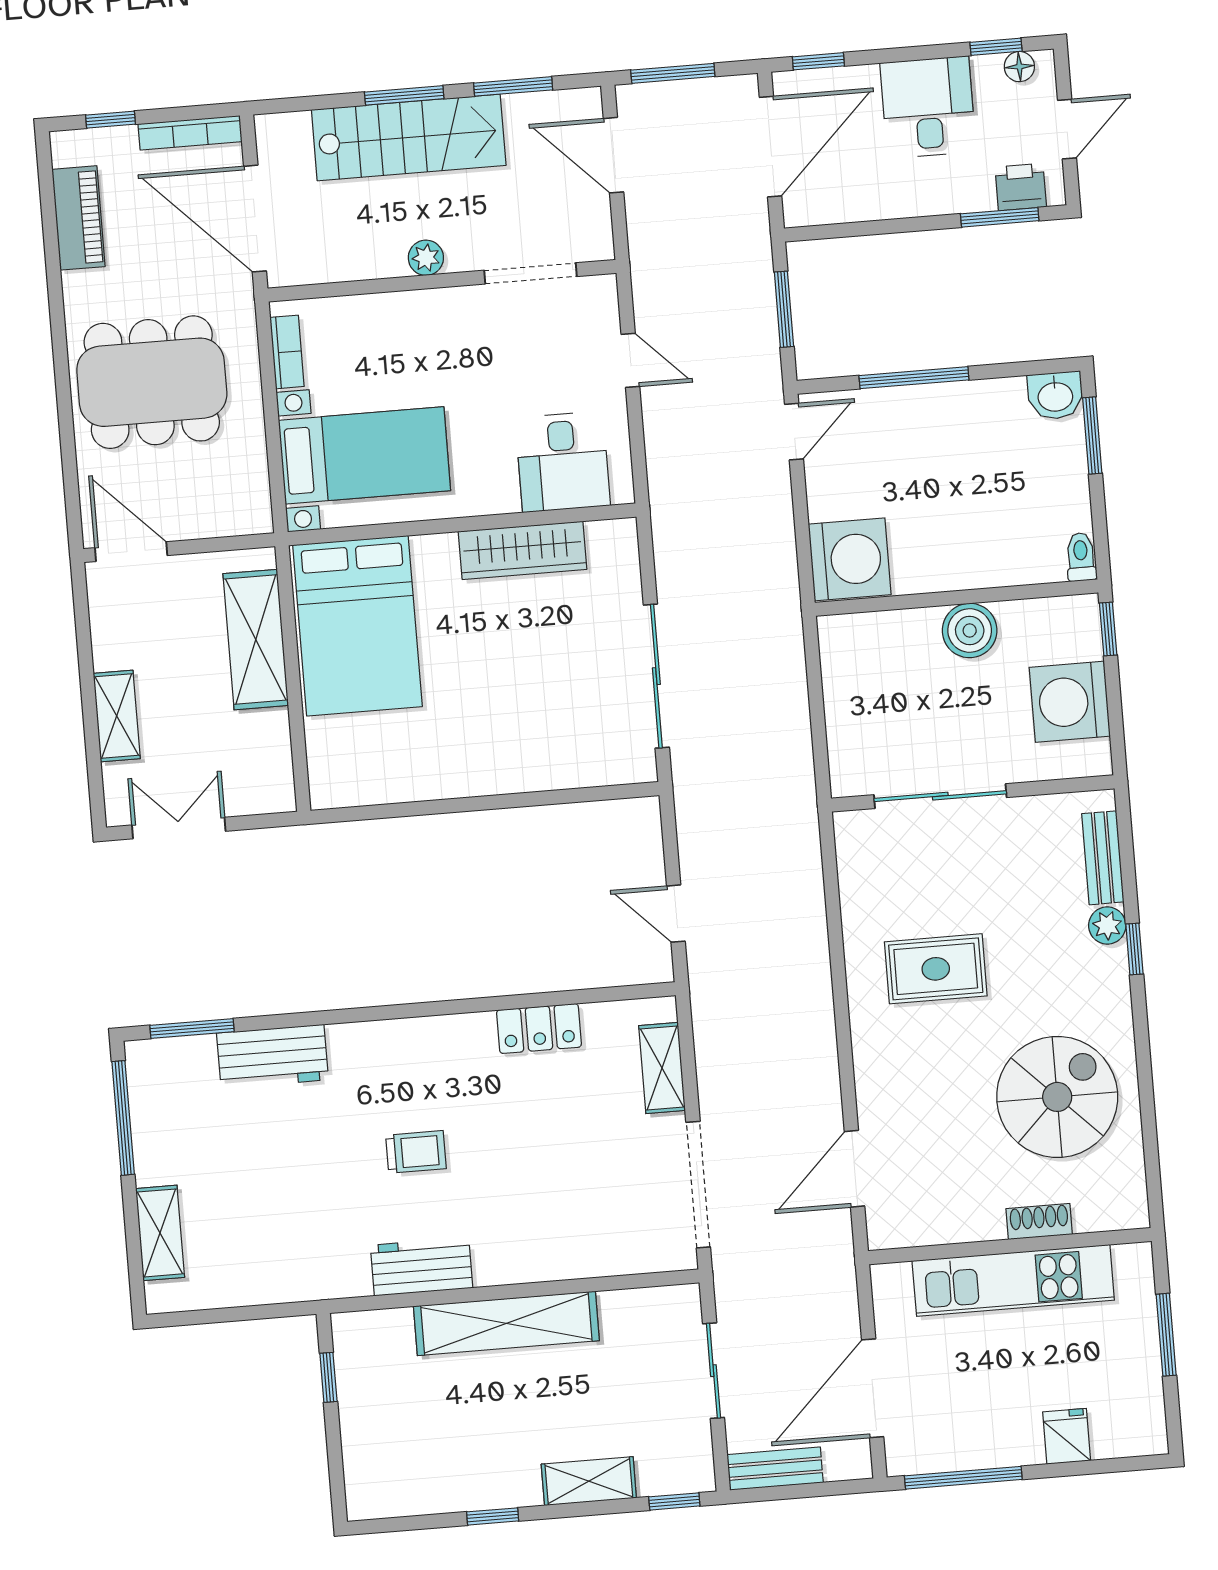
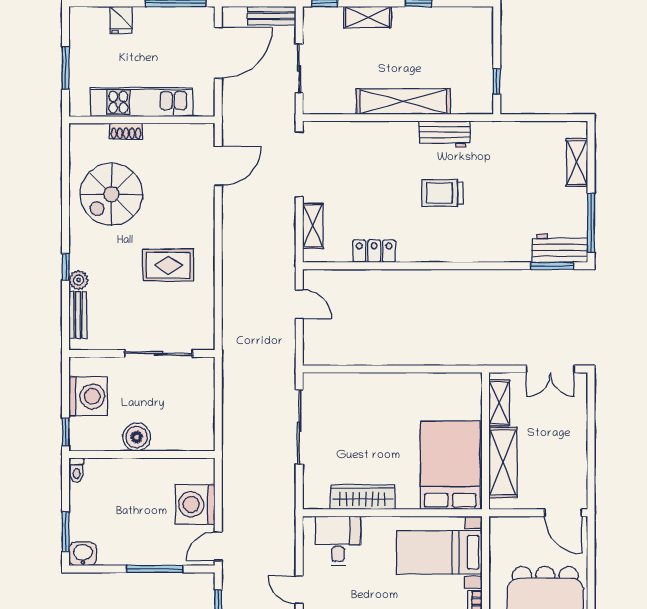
washing machine: (850, 559) -> (195, 504), moved
shelving: (117, 716) -> (499, 403), moved
workbench: (272, 1056) -> (560, 248), moved
trolley: (416, 1152) -> (442, 193), width x1.36, depth x1.39

